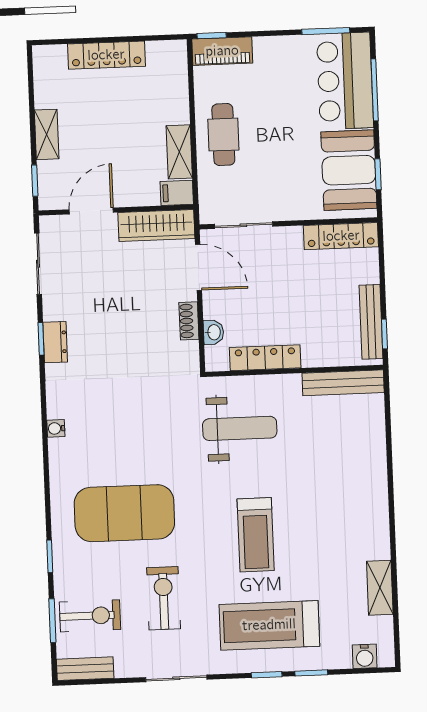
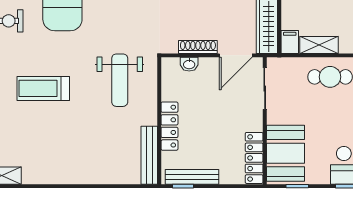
booth: (349, 170) -> (285, 153), moved, turned 90
shoe rack: (189, 321) -> (198, 47), width x1.43
locker: (265, 358) -> (169, 126), moved

